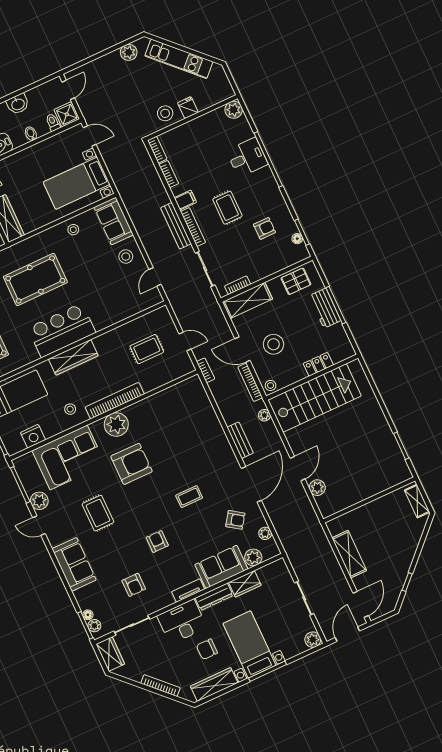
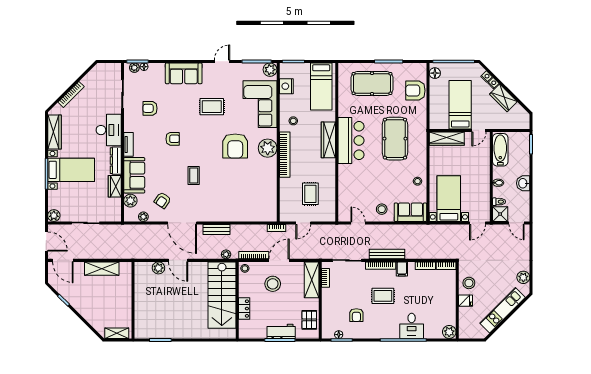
plant: (39, 501) -> (270, 70), moved
chair: (207, 649) -> (81, 139), removed
wardrobe: (110, 654) -> (109, 70), removed

